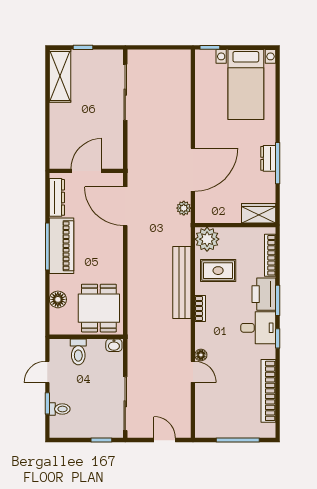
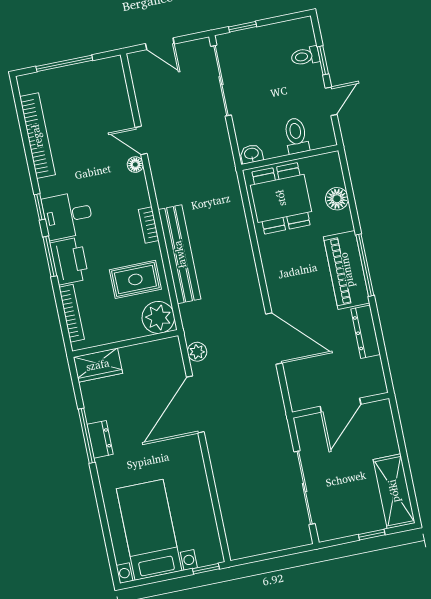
door: (86, 171) -> (340, 405), moved
wall: (86, 171) -> (341, 405), moved

